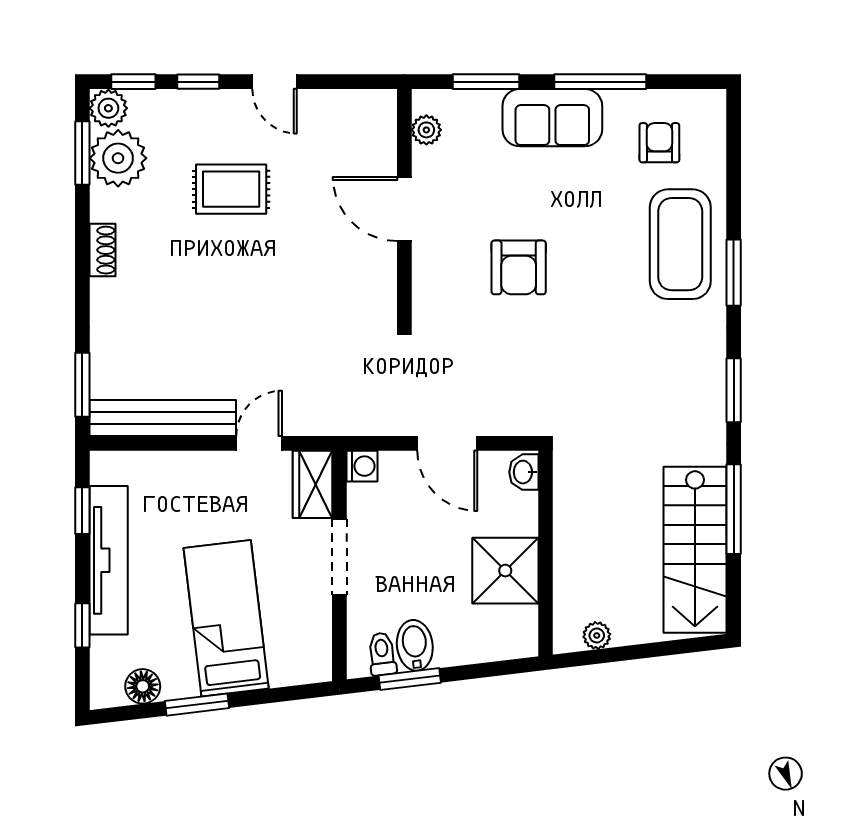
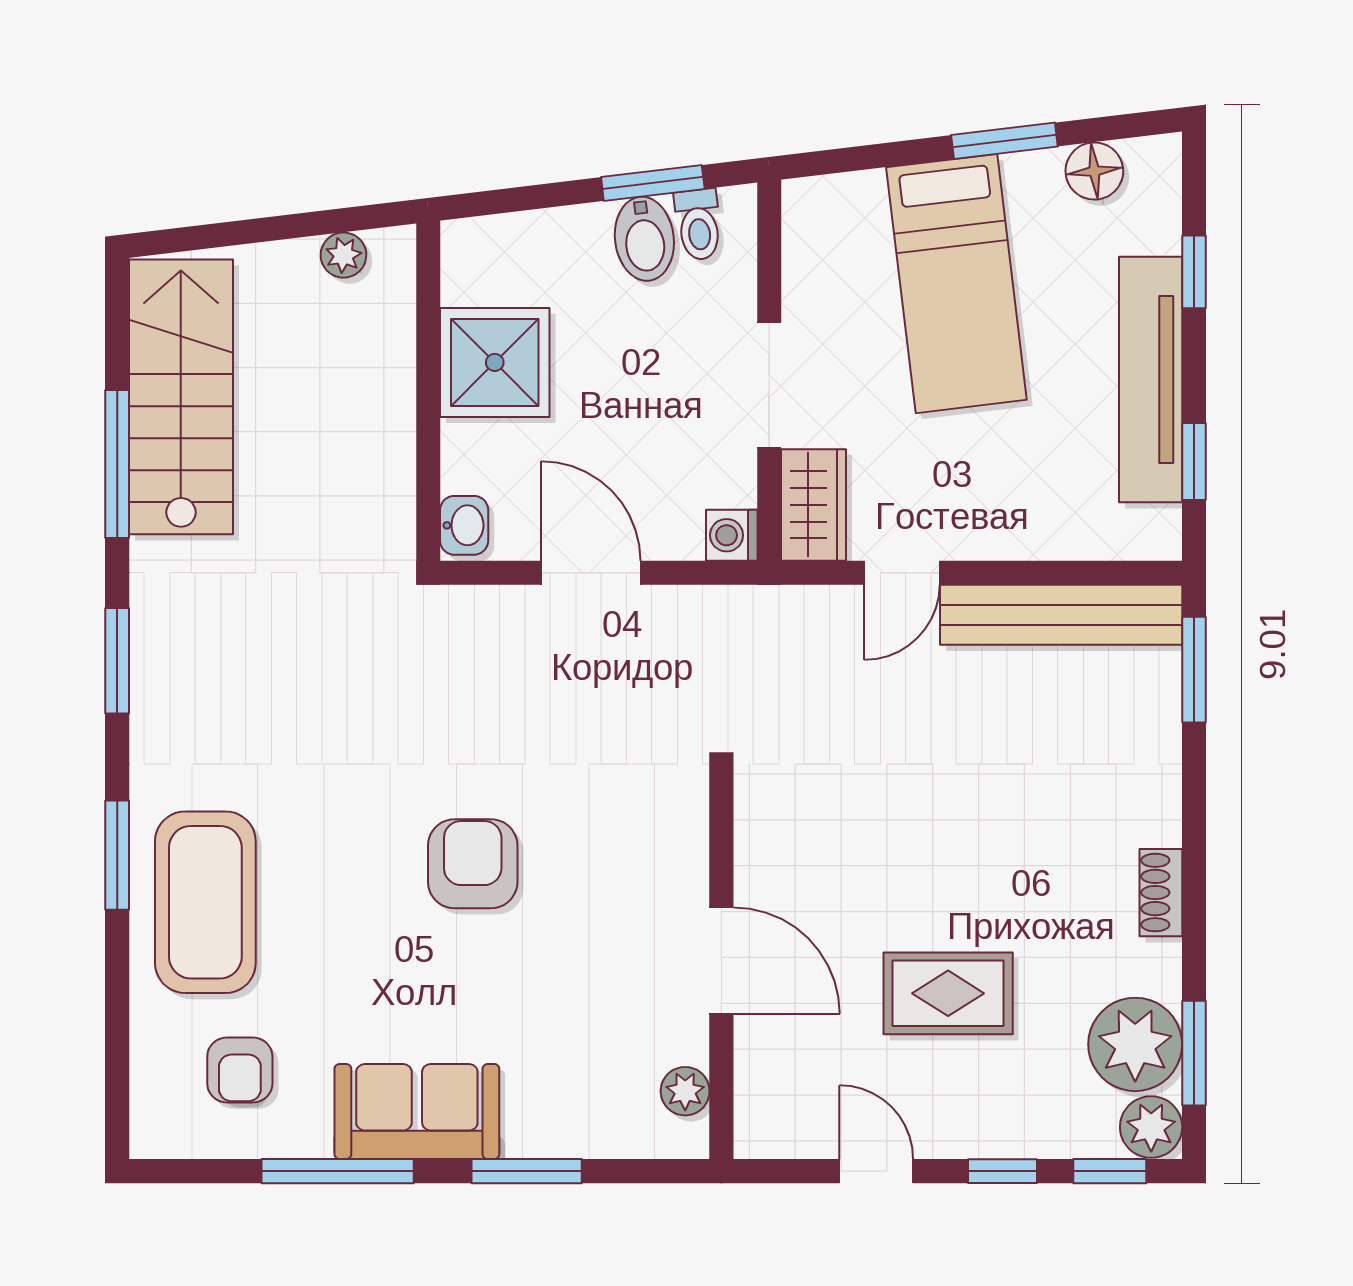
plant: (426, 130) -> (685, 1091), moved
wall: (404, 205) -> (721, 968), moved
door: (404, 209) -> (721, 960), moved

